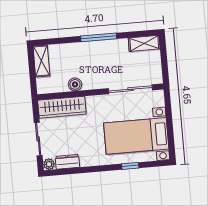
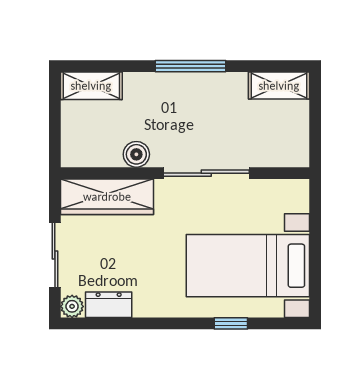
shelving: (41, 61) -> (91, 86), moved, turned 90
sliding door: (130, 89) -> (206, 173), moved

